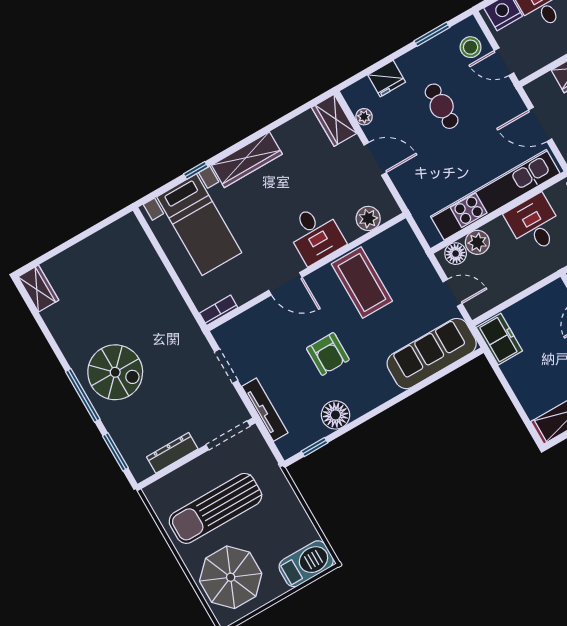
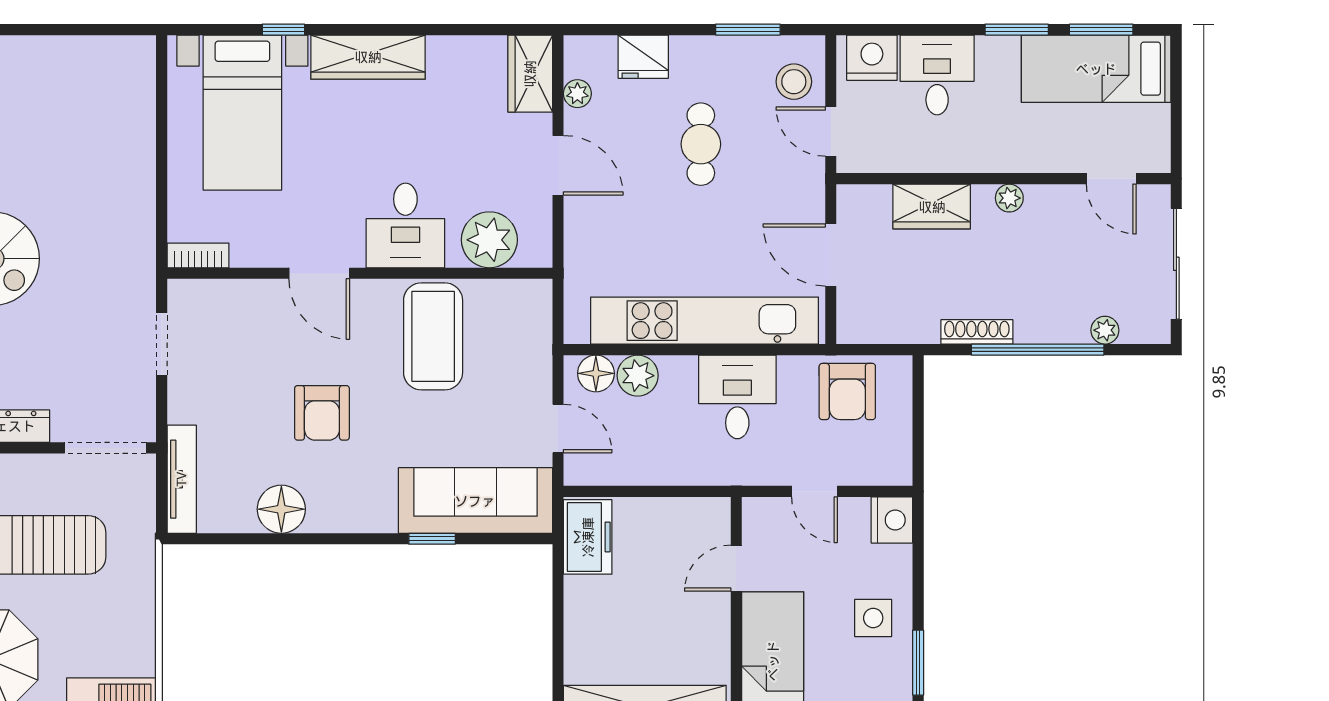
plant: (368, 218) -> (489, 240), width x1.36, depth x1.36
tv unit: (265, 410) -> (182, 479), moved
window: (314, 447) -> (432, 539), moved

